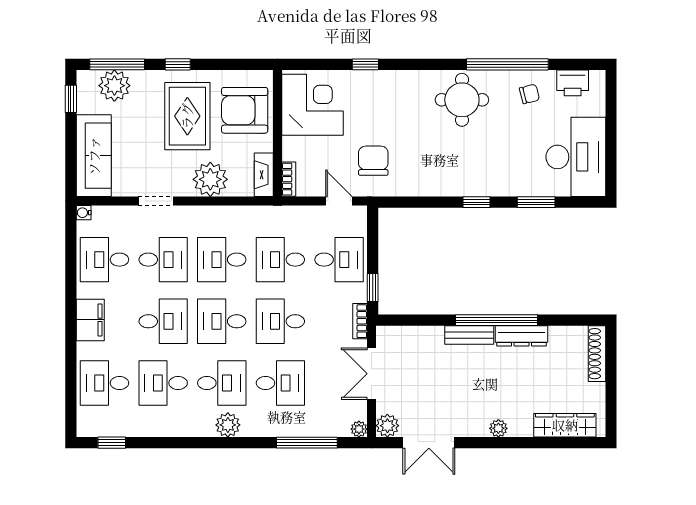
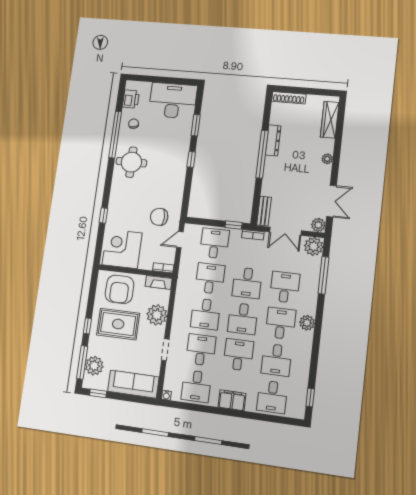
desk: (280, 260) -> (210, 278), turned 180
bench: (469, 335) -> (264, 211), moved
plant: (359, 429) -> (314, 246), width x1.87, depth x1.87

